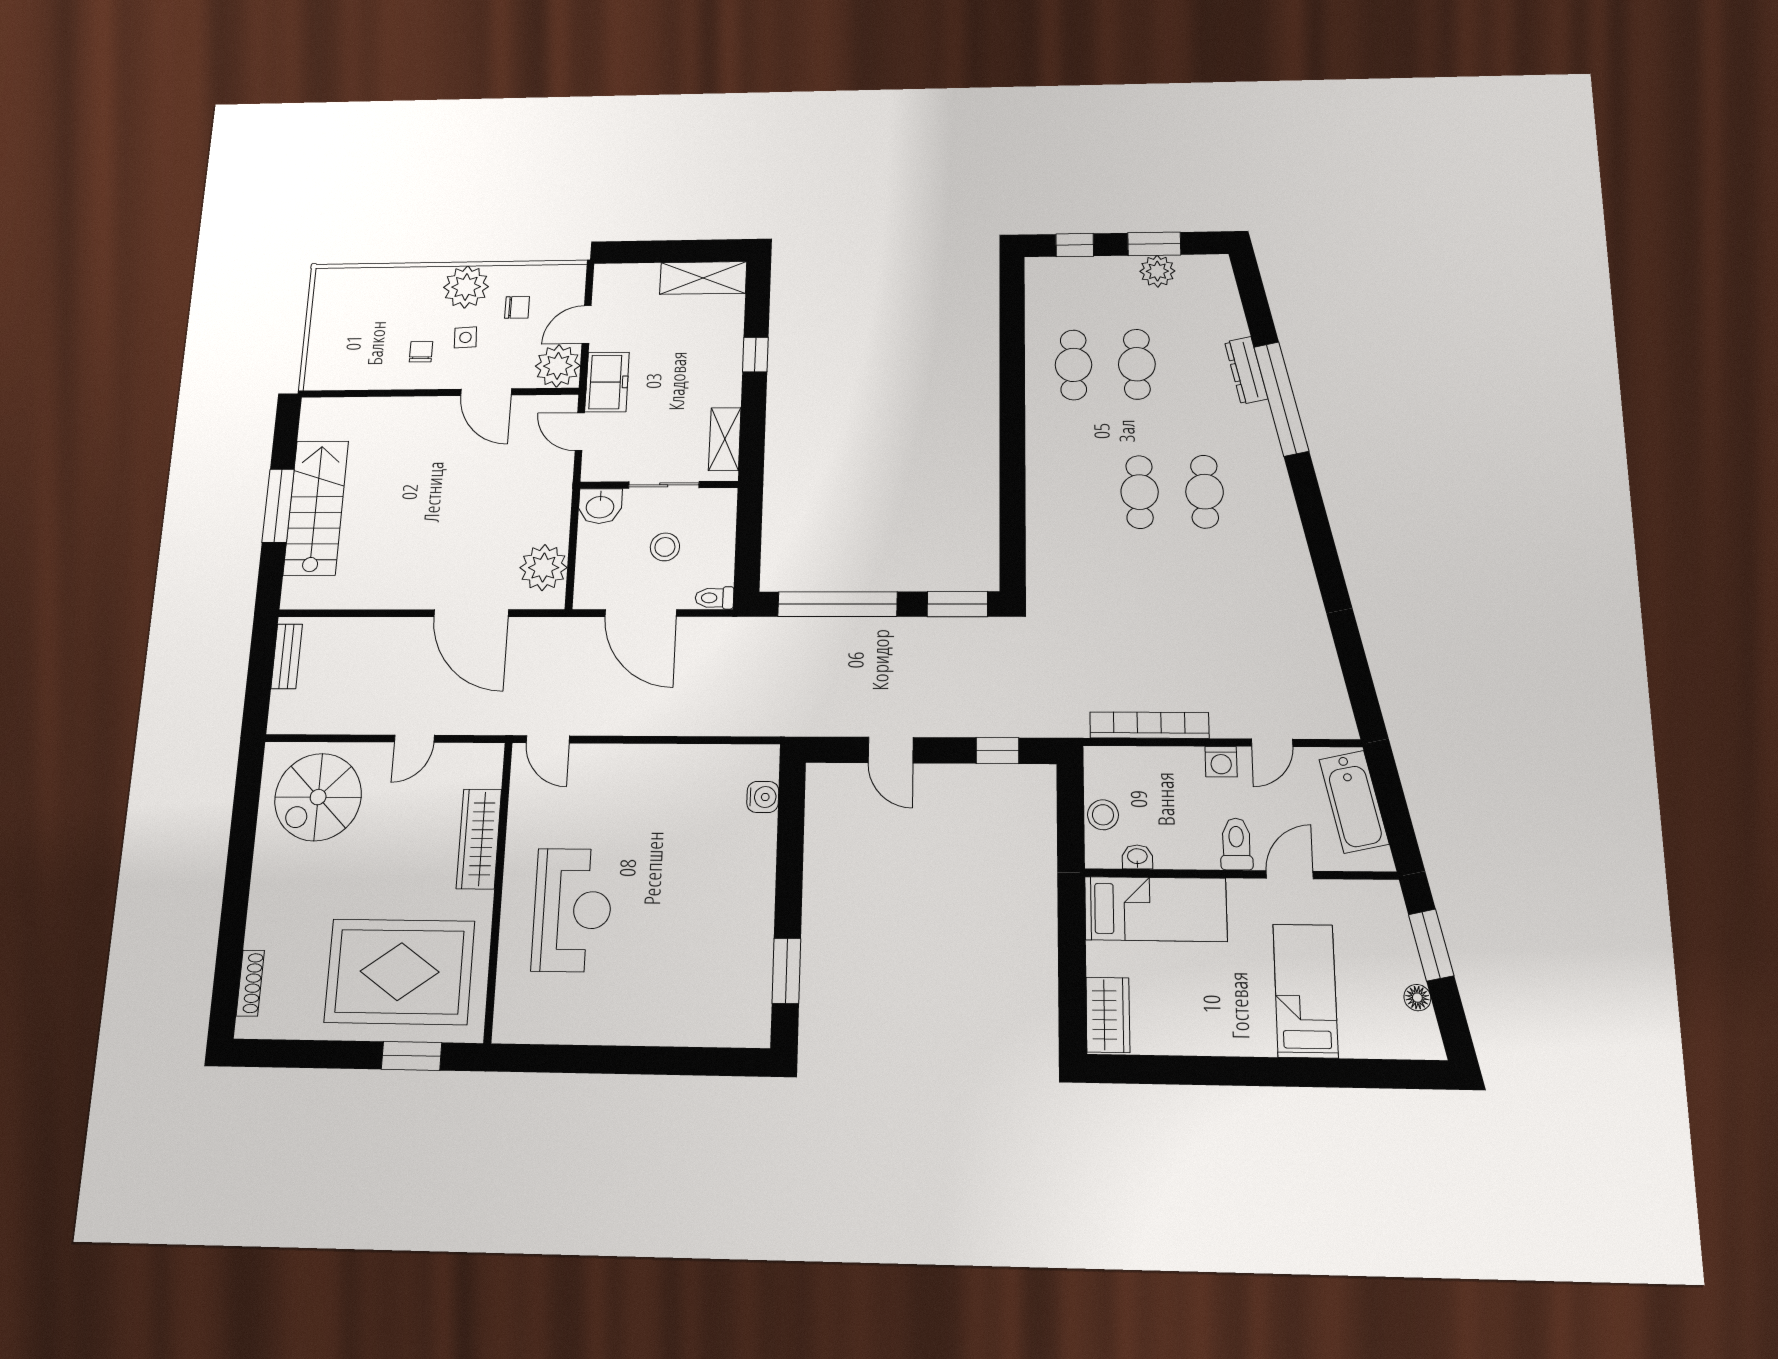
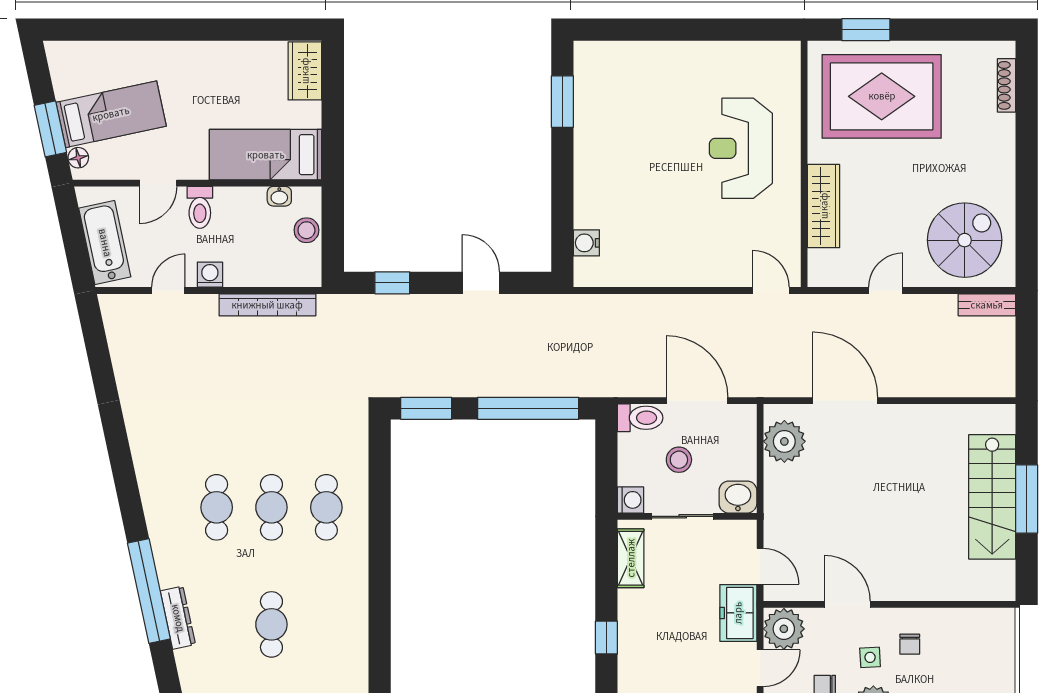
cafe table: (1073, 365) -> (326, 507), moved
washing machine: (722, 502) -> (631, 500), added
toilet: (714, 598) -> (640, 418), width x1.37, depth x1.39
bench: (287, 656) -> (987, 305), moved, turned 90
bed: (1305, 991) -> (111, 114), moved, turned -102
floor lamp: (1417, 998) -> (78, 158), moved

